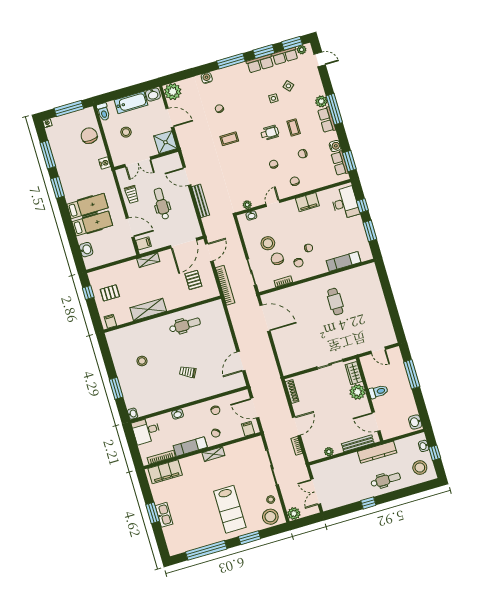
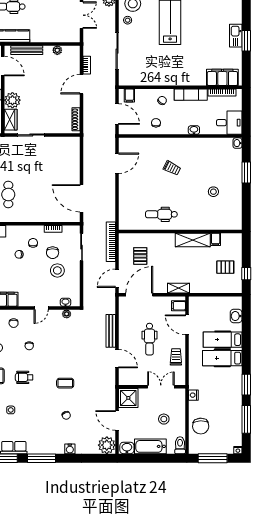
filing cabinet: (110, 321) -> (216, 239), moved
shelving: (213, 454) -> (170, 81), removed

